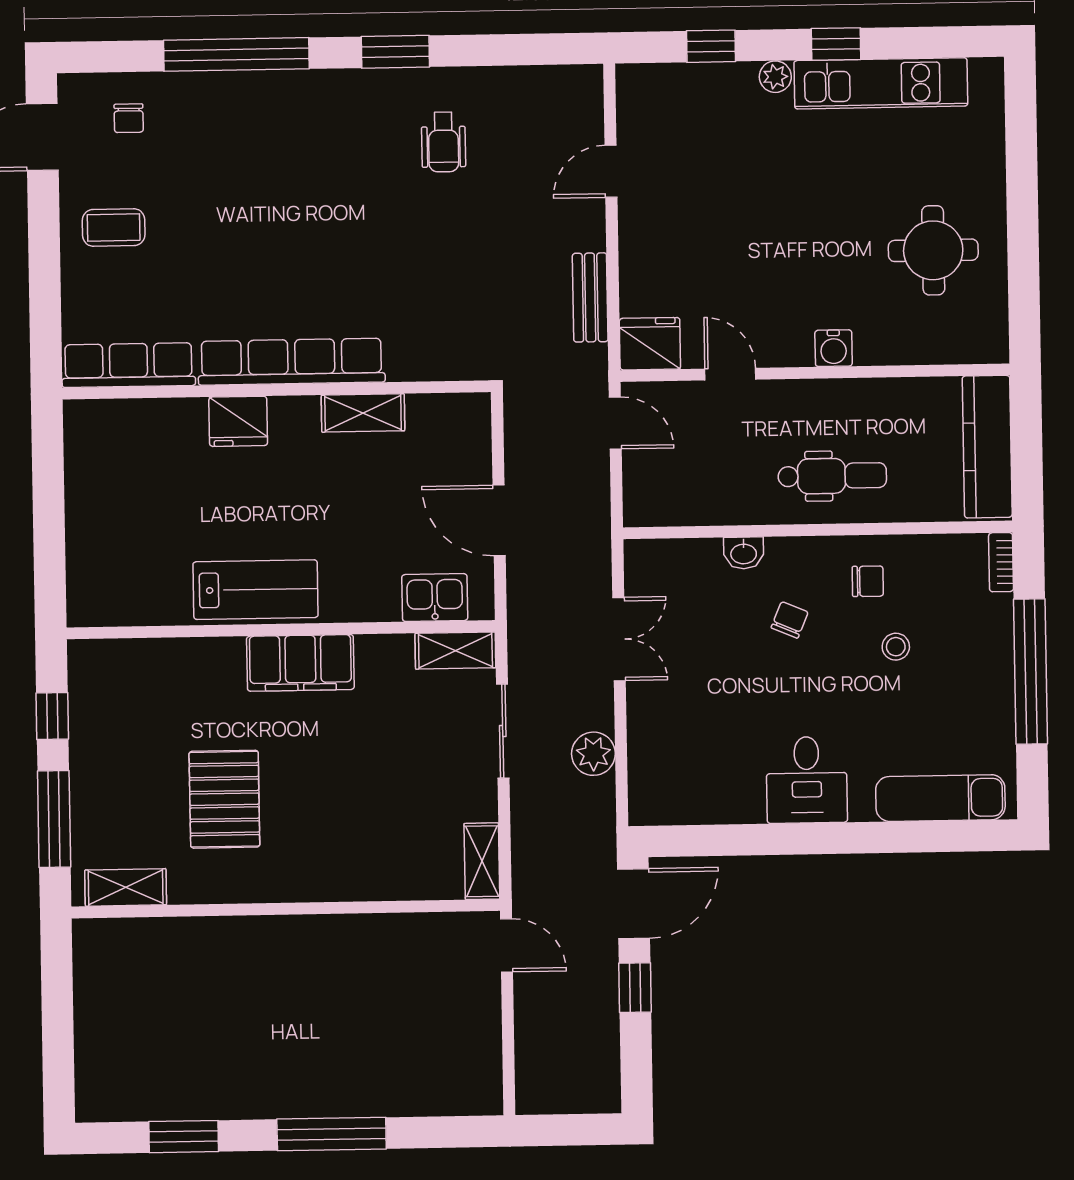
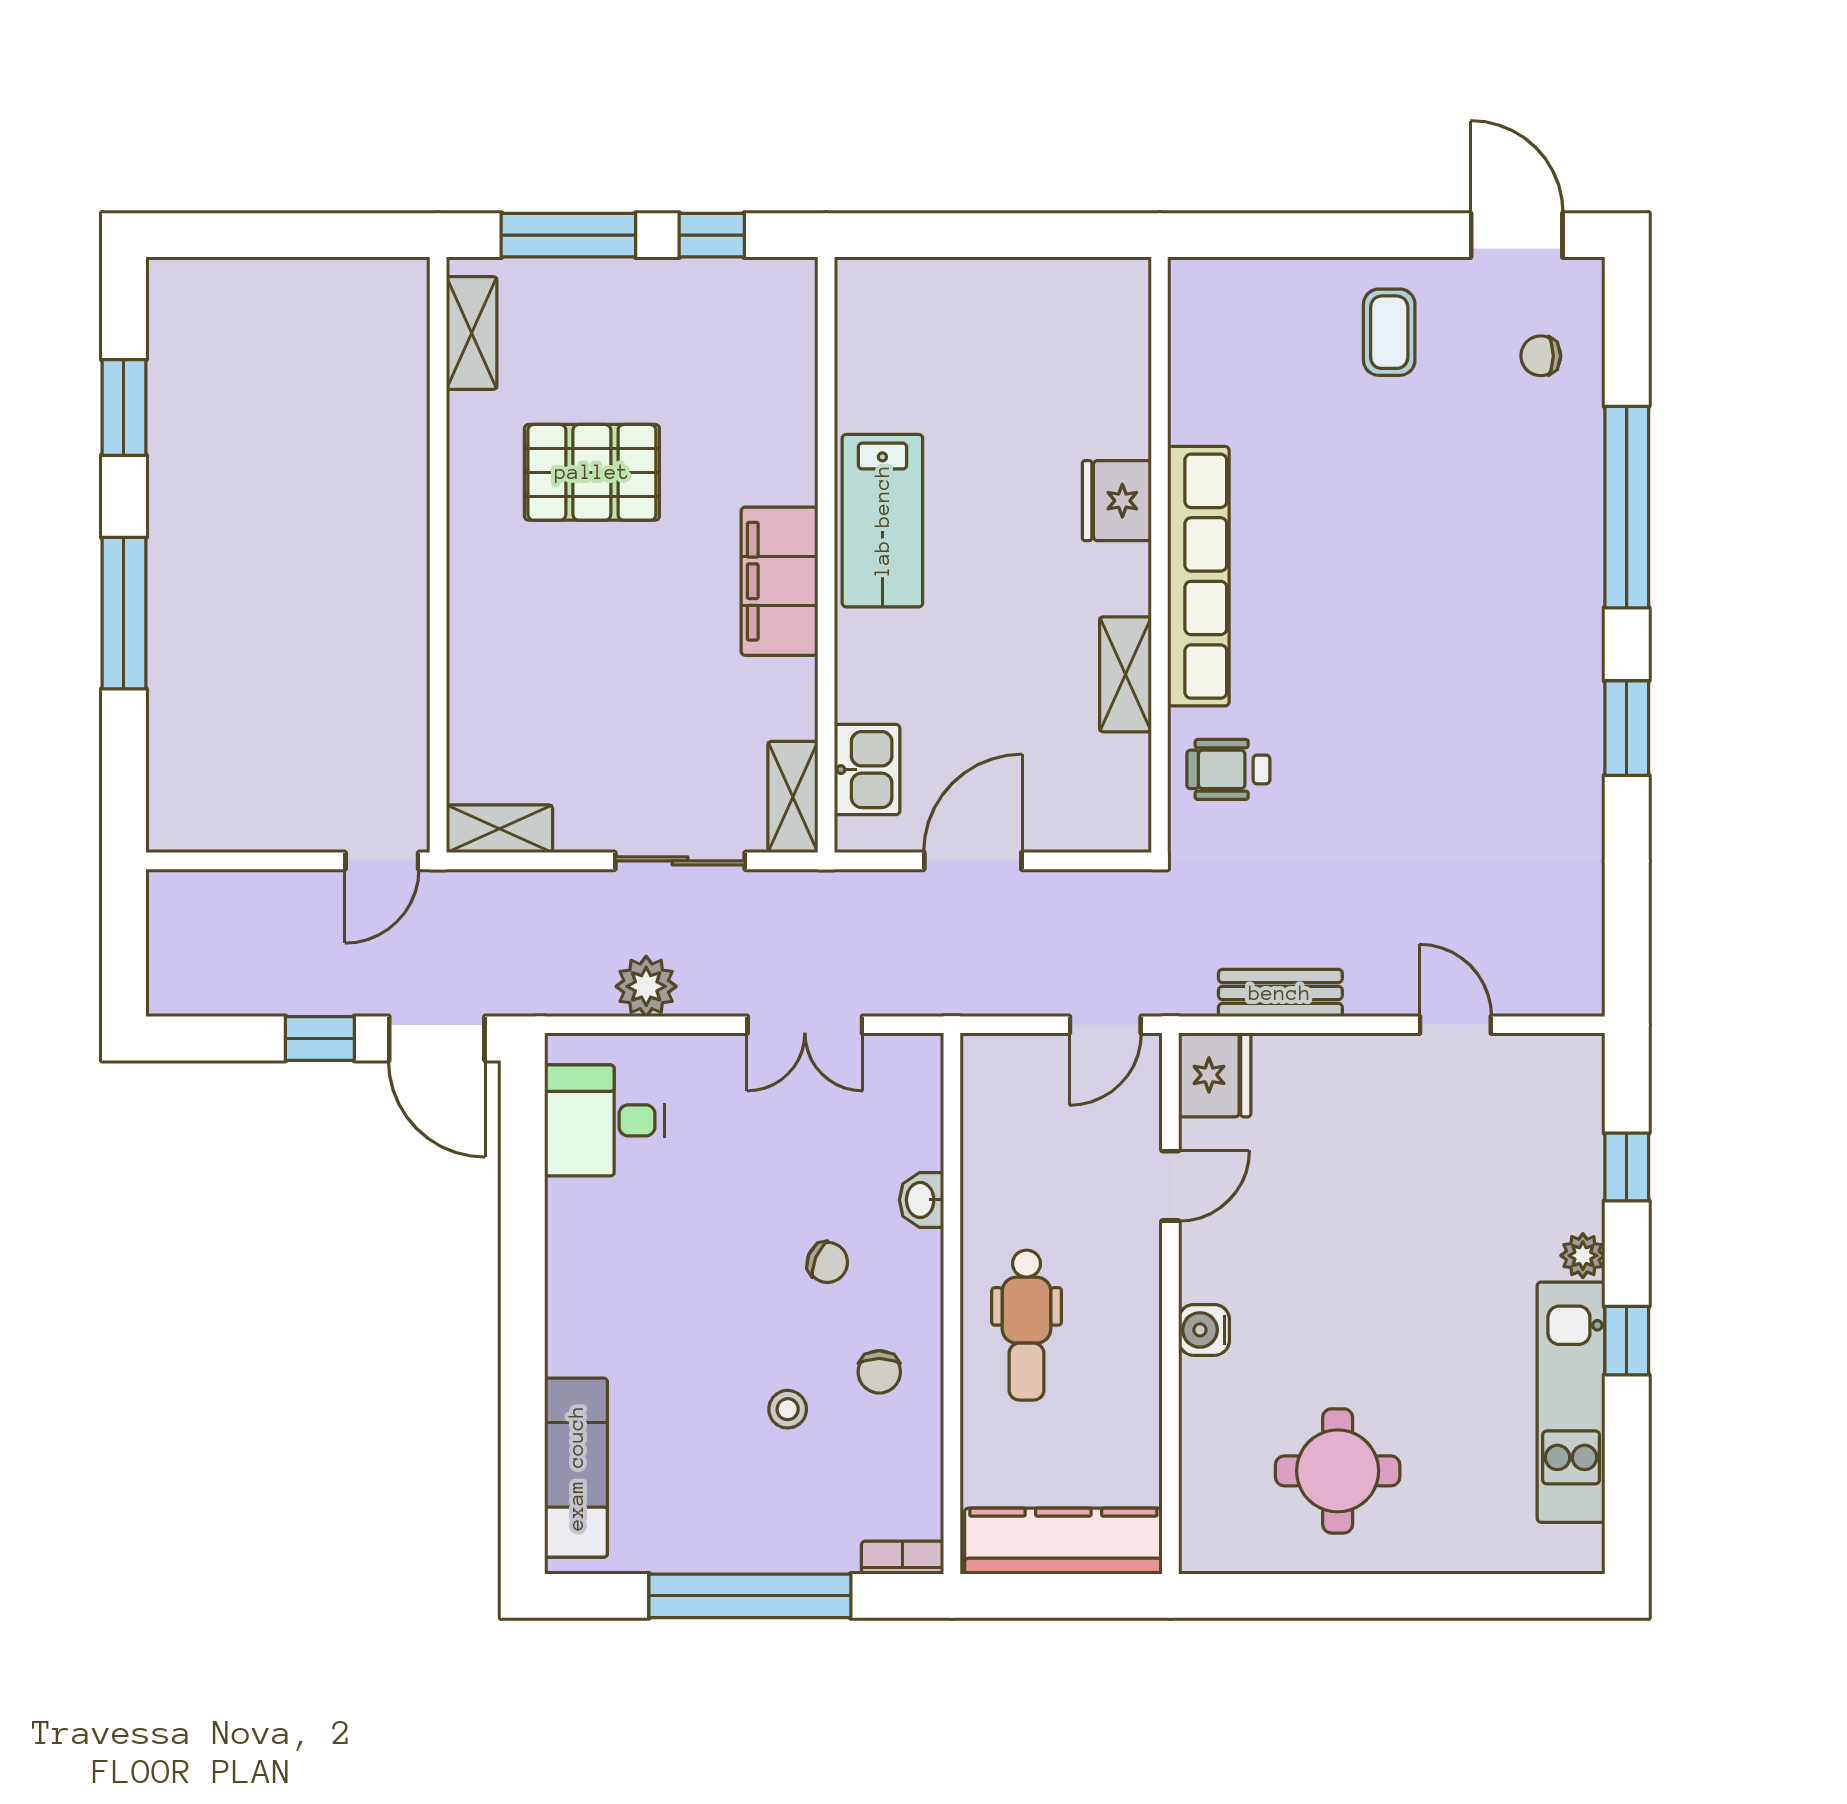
wheelchair: (444, 142) -> (1228, 769), moved
row of seats: (128, 365) -> (1198, 350), removed
desk: (807, 780) -> (605, 1120), moved

